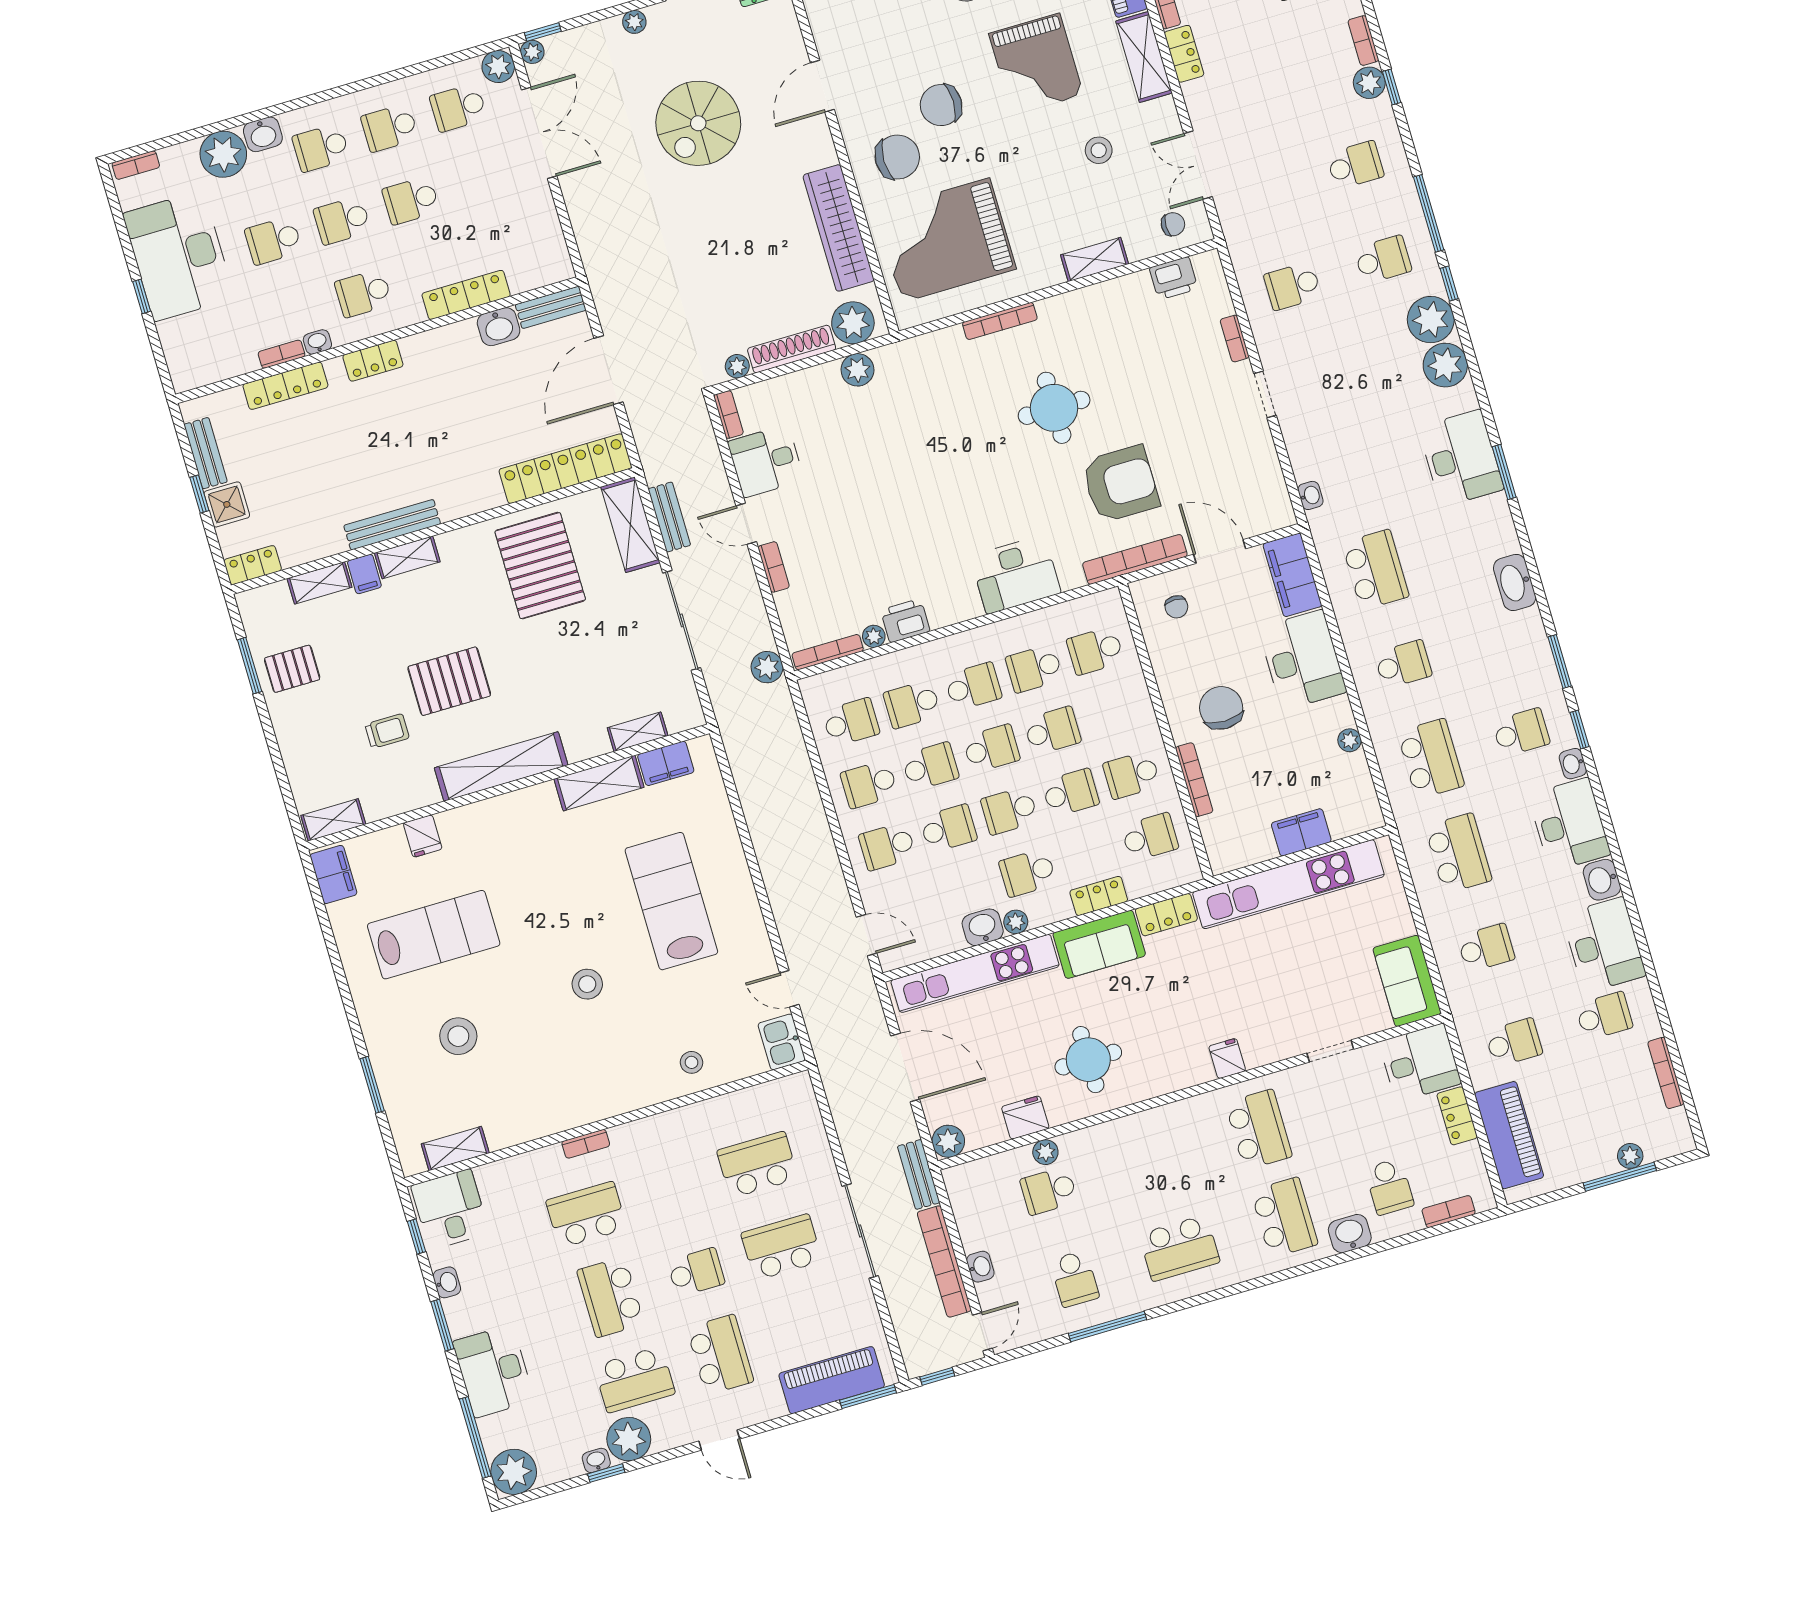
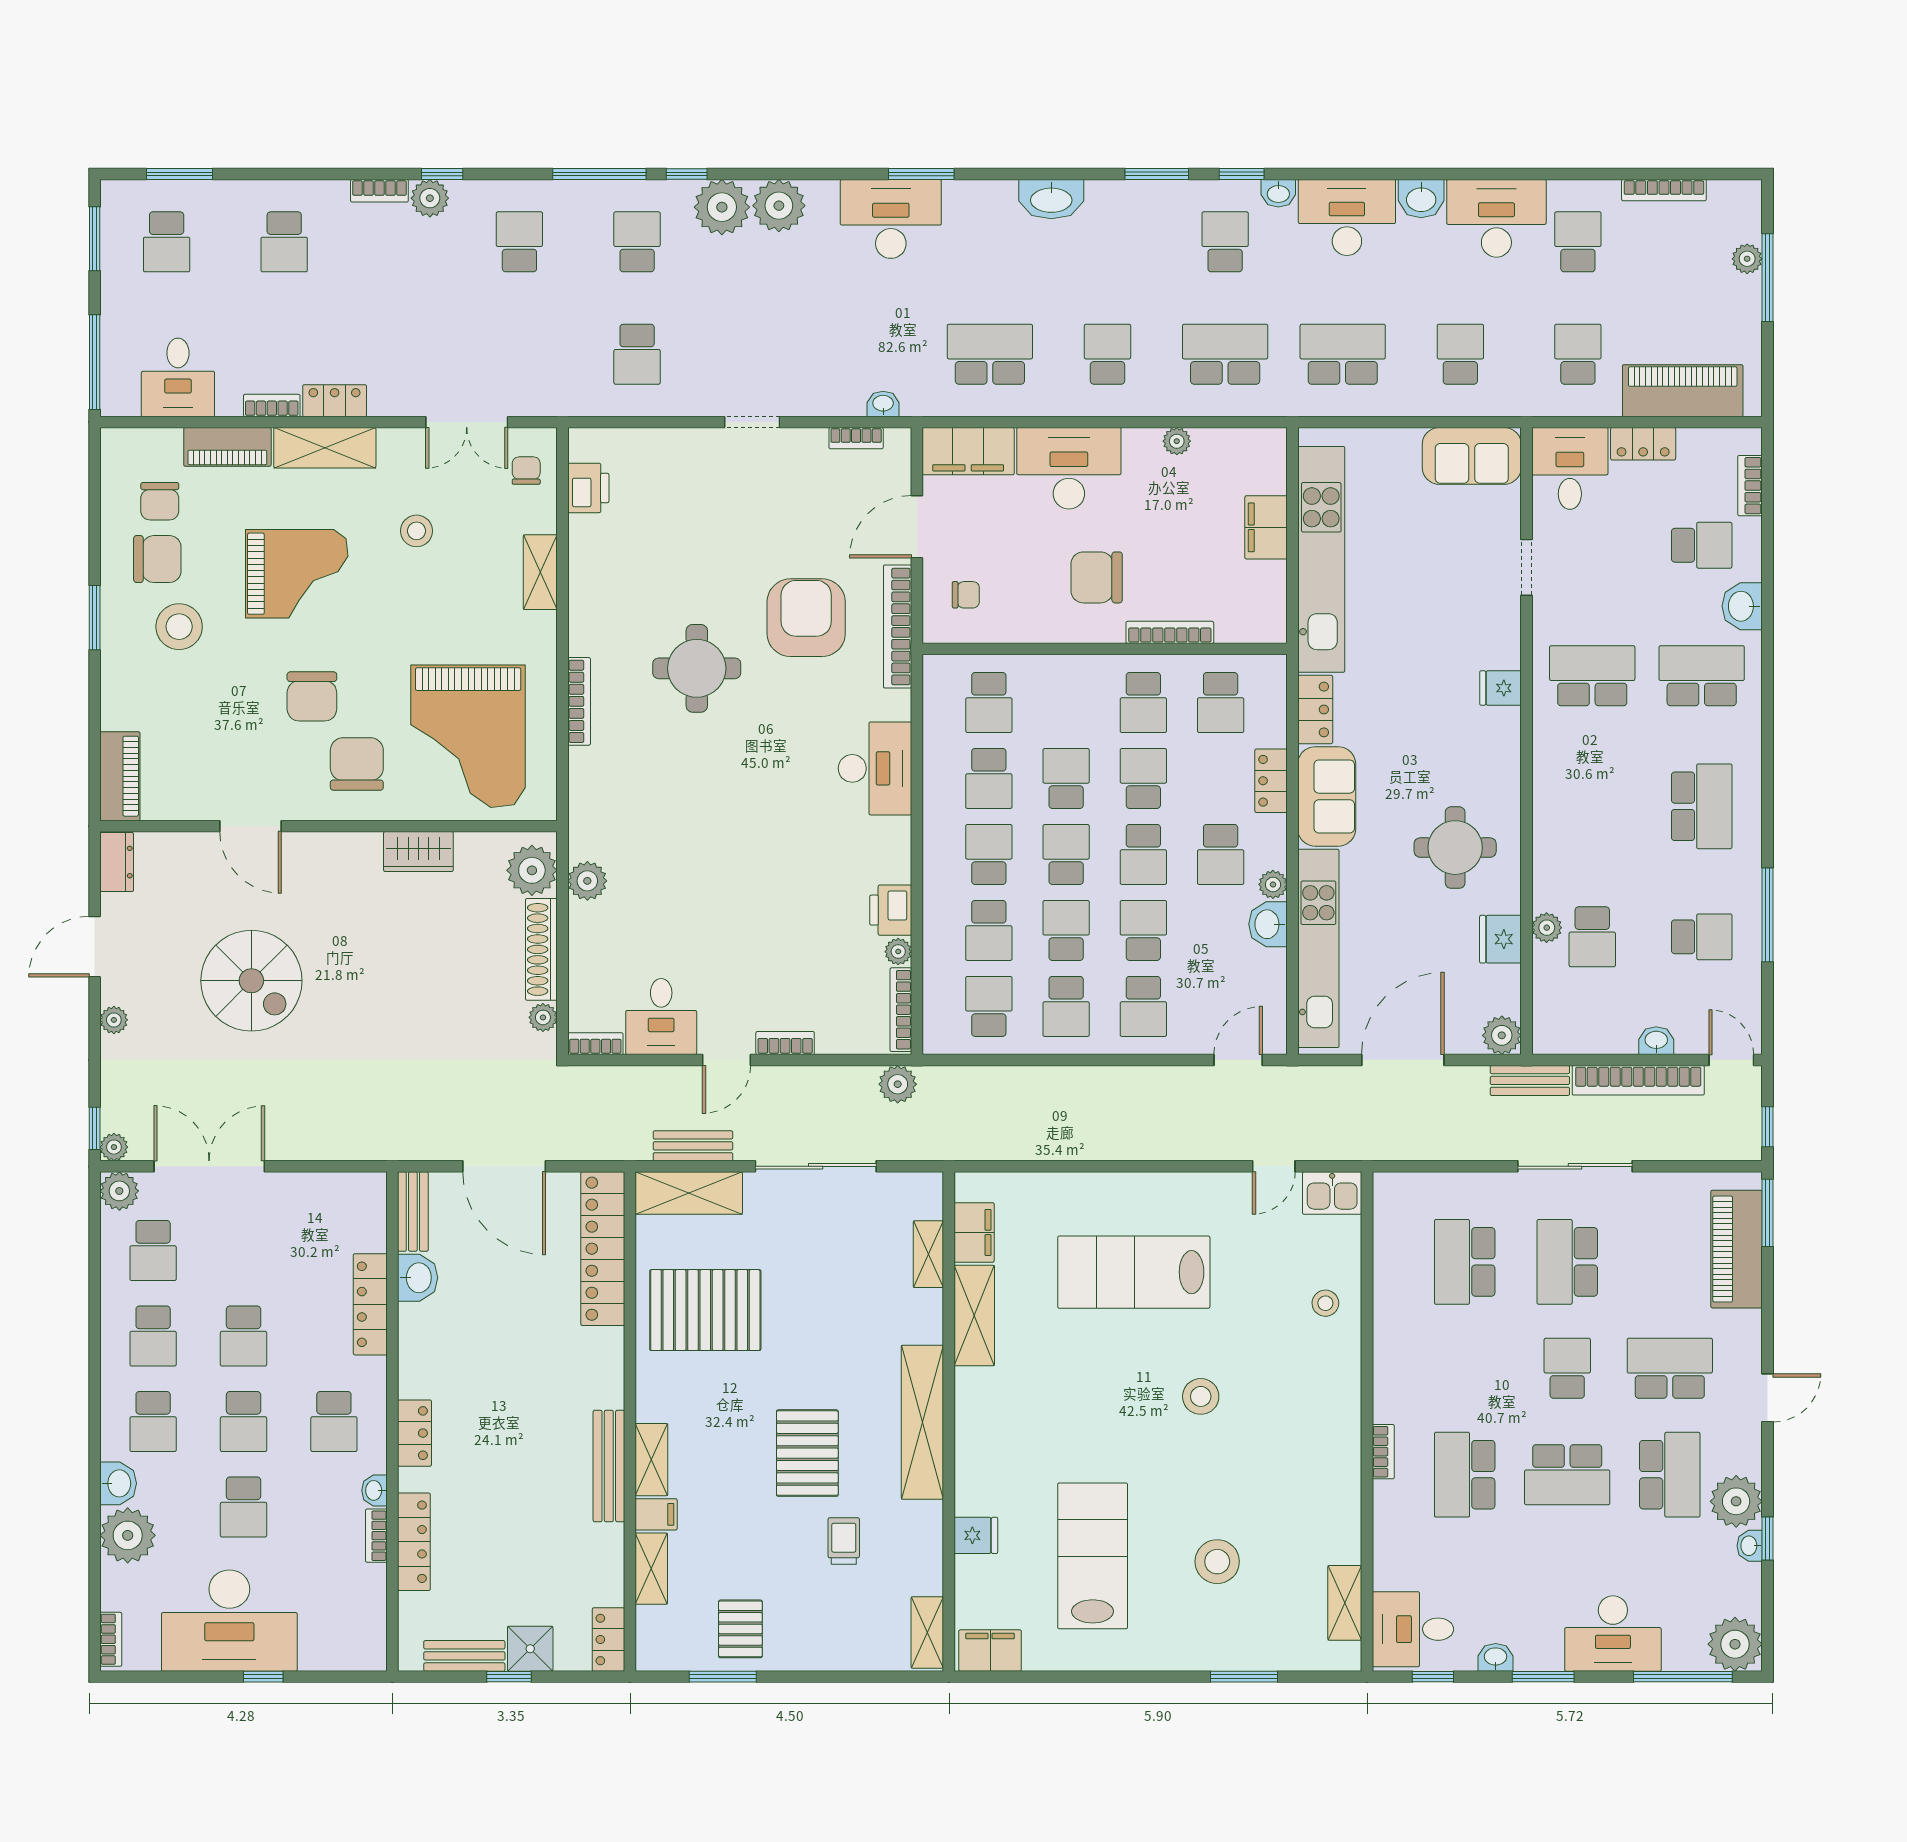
wardrobe: (839, 228) -> (418, 852), width x0.48, depth x0.85
bookcase: (1235, 339) -> (856, 438), moved
school desk: (1150, 837) -> (1221, 702), turned 180

